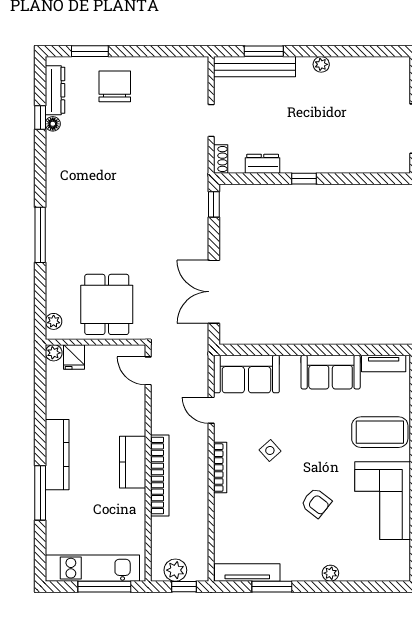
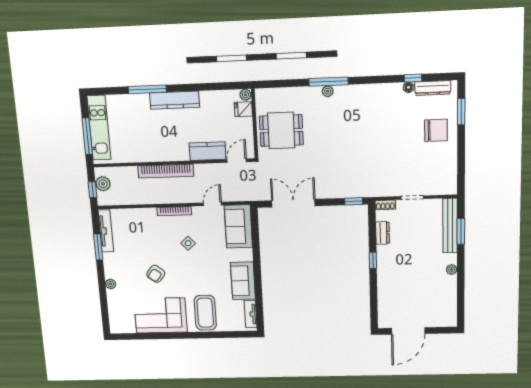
plant: (54, 321) -> (328, 91), moved
kitchen counter: (133, 462) -> (208, 151), moved

